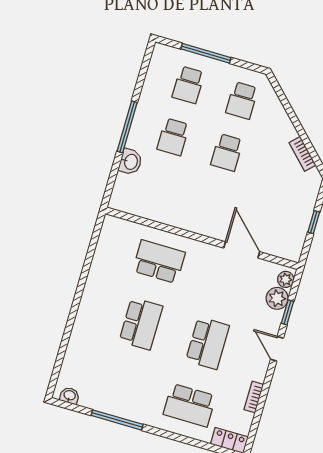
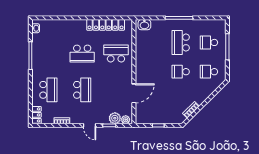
school desk: (173, 137) -> (181, 42), width x1.85
washbasin: (130, 162) -> (144, 25), moved
school desk: (159, 262) -> (116, 54), turned -90
locker: (101, 266) -> (106, 25), added
school desk: (208, 343) -> (82, 90), turned -90
door: (277, 349) -> (89, 125), swing flipped
school desk: (190, 405) -> (48, 90), turned 180

